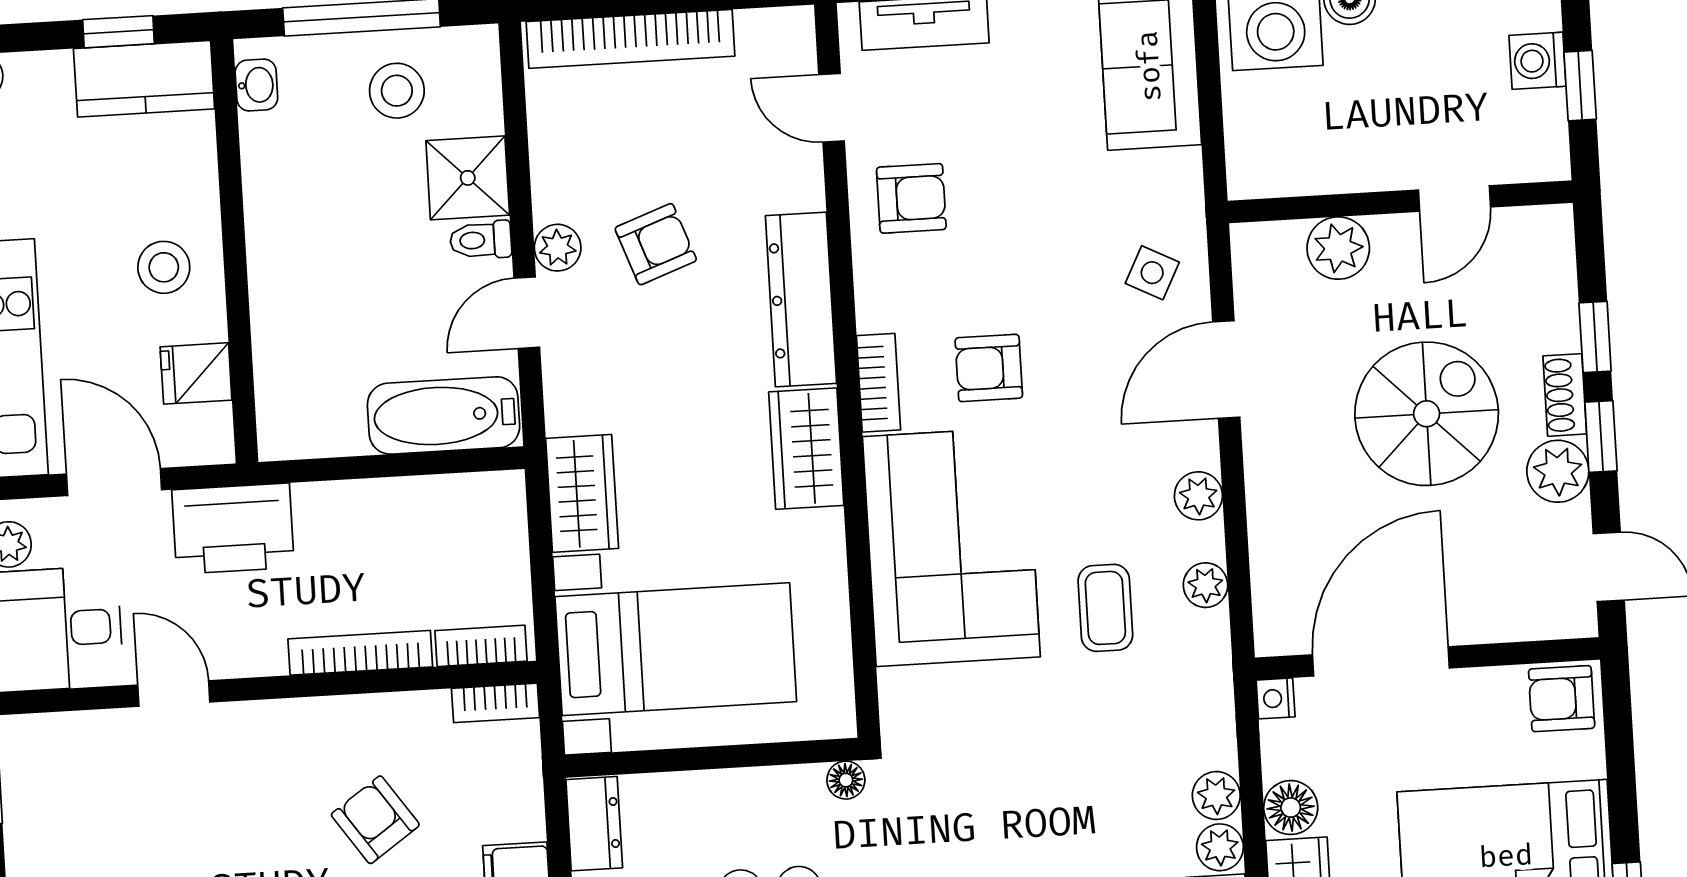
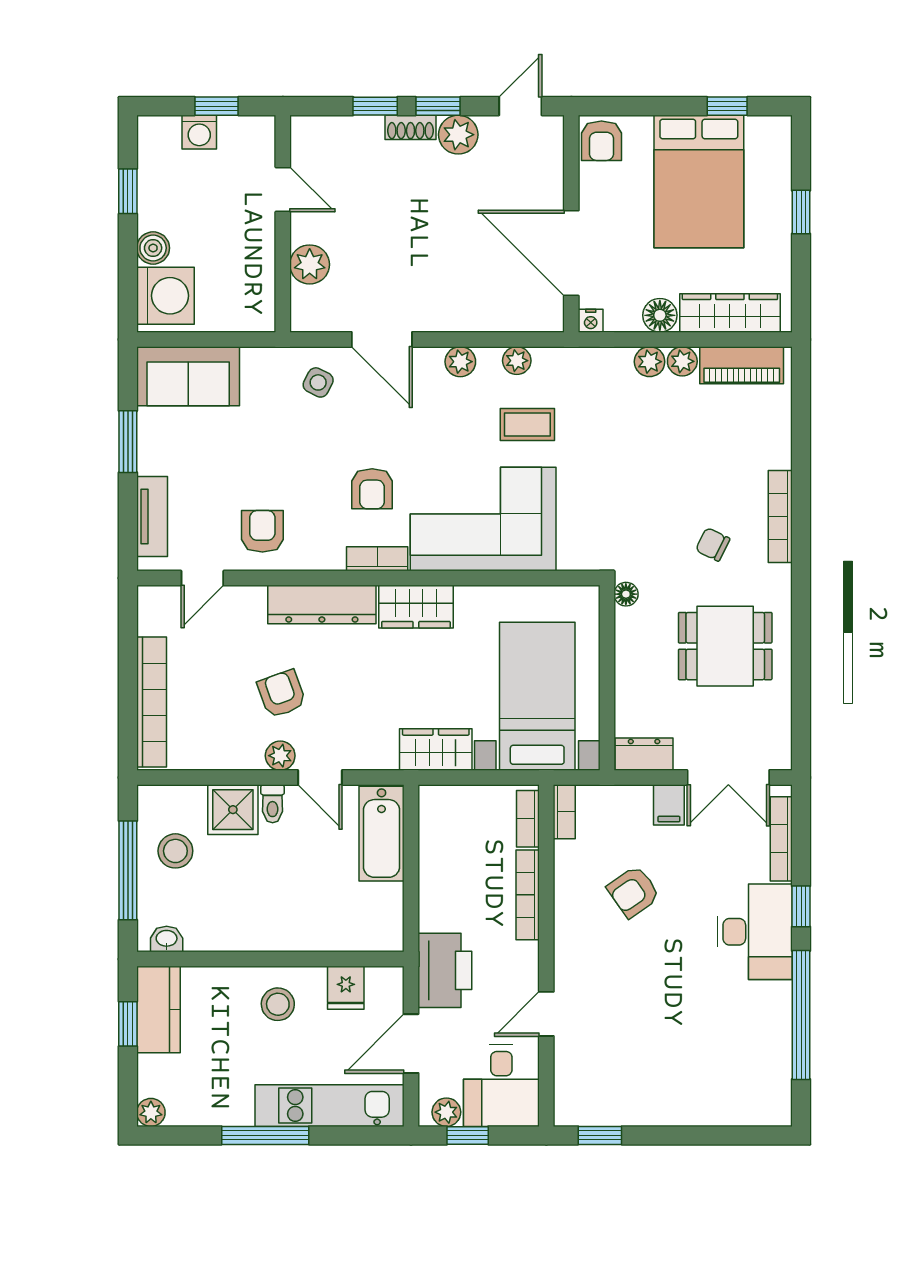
spiral stairs: (1427, 414) -> (417, 215), removed

